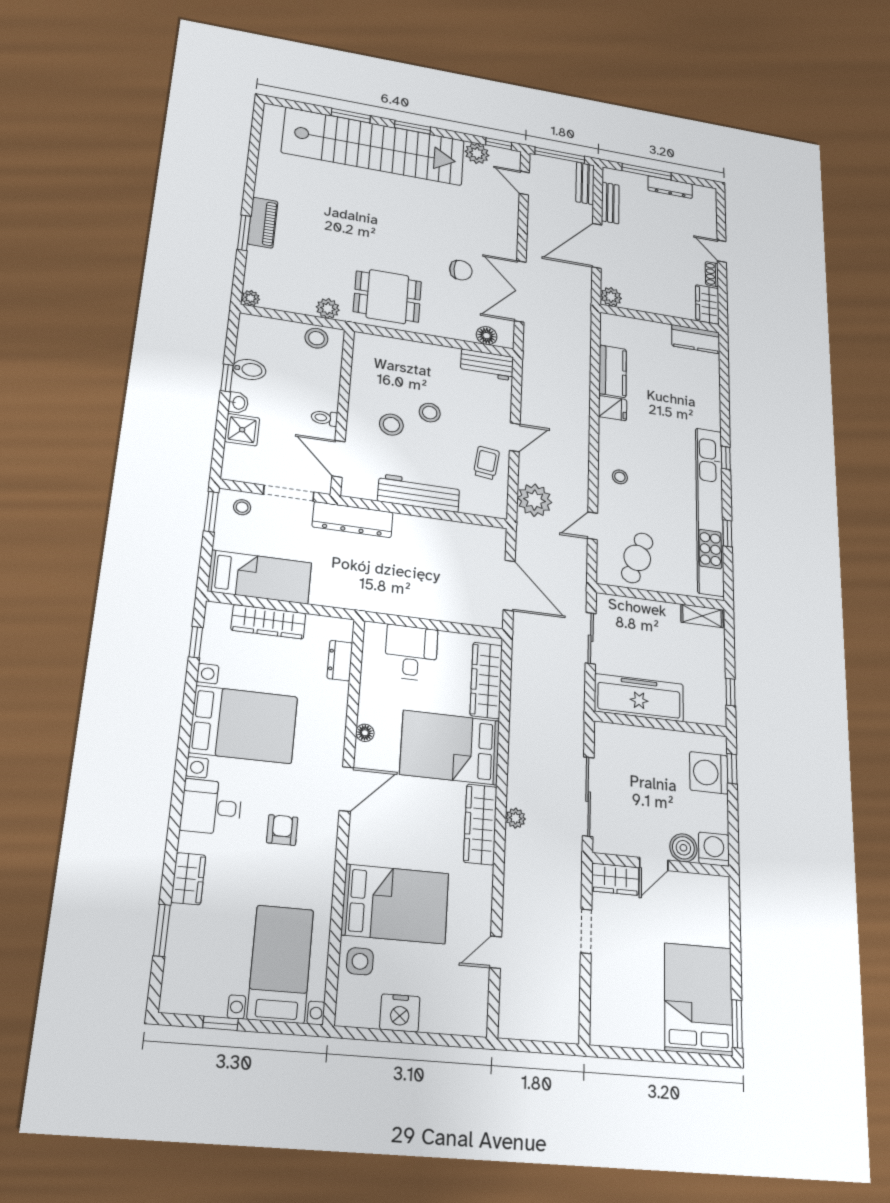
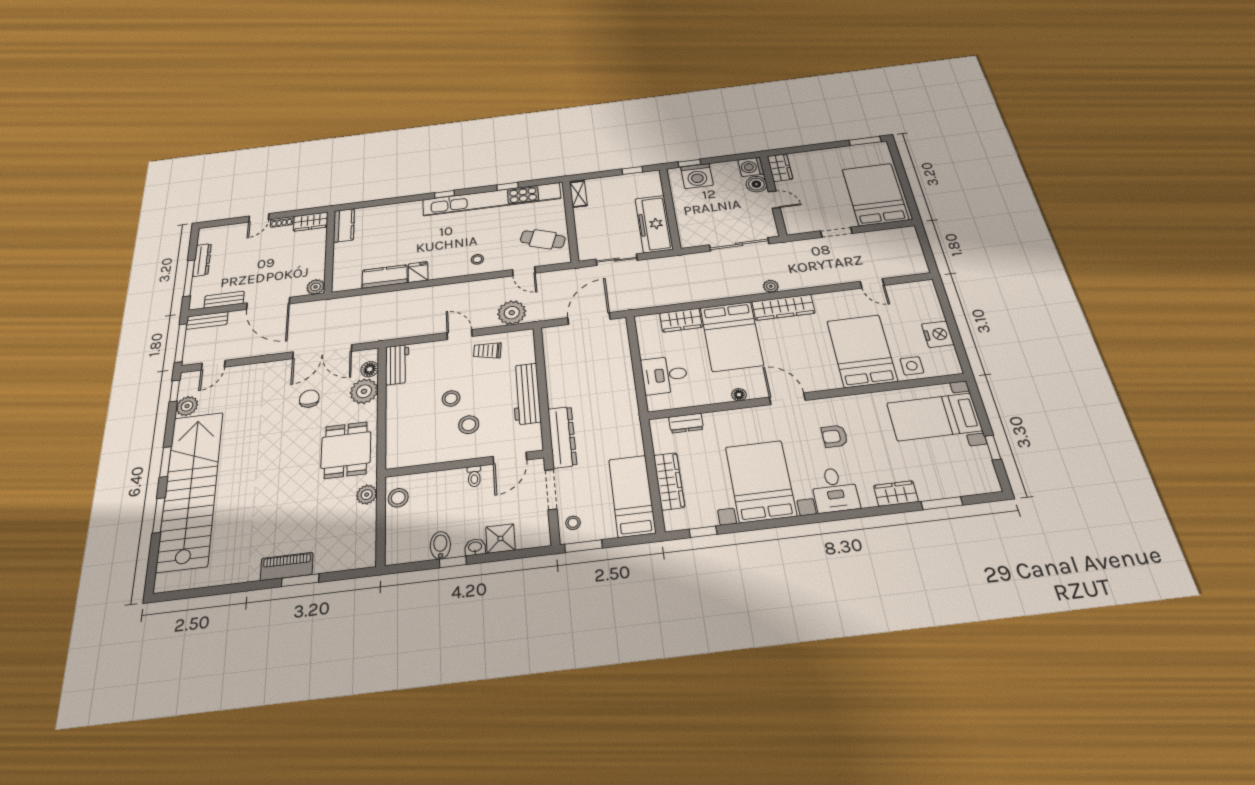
plant: (250, 298) -> (364, 391), moved, width x1.88, depth x1.88
wardrobe: (486, 680) -> (681, 320), width x0.67
wardrobe: (615, 879) -> (780, 168), moved
bed: (698, 999) -> (875, 194), moved, turned 90

